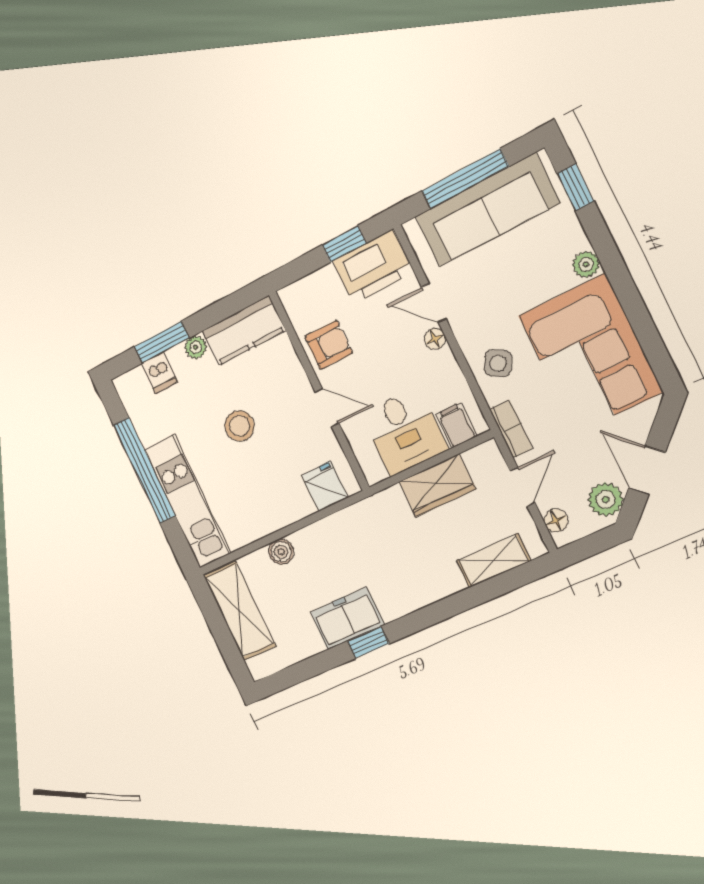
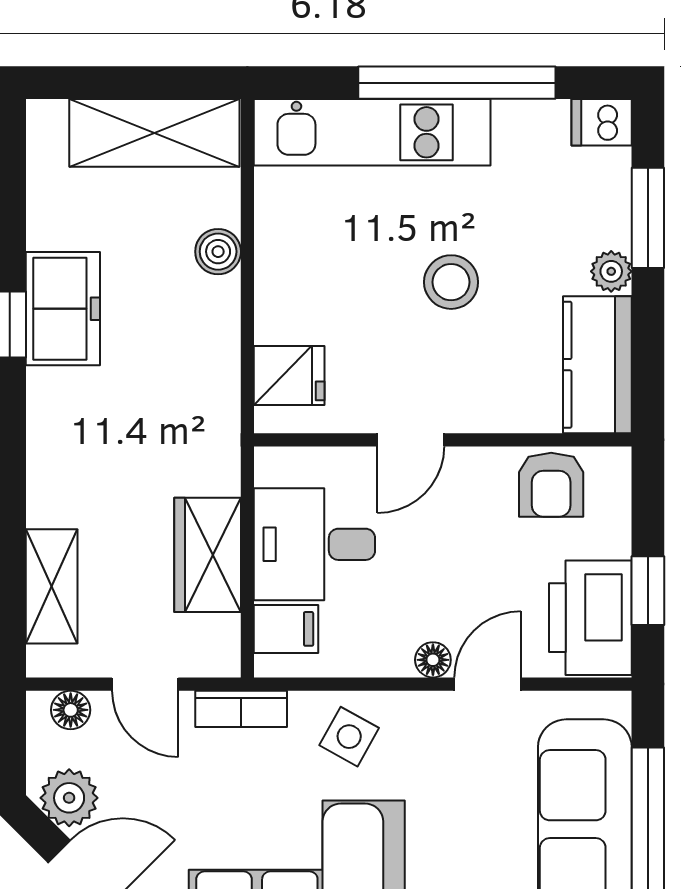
armchair: (329, 345) -> (551, 485), moved
dishwasher: (159, 373) -> (602, 122), moved

